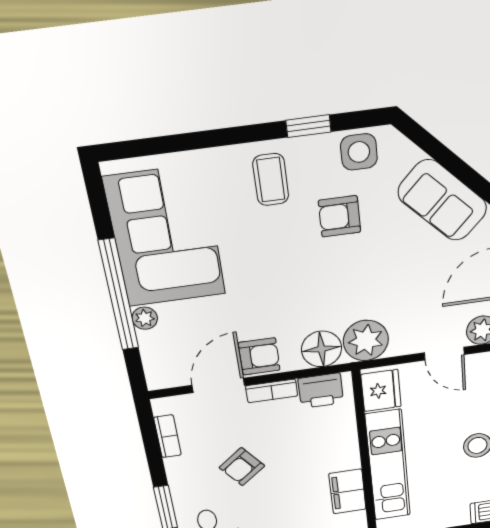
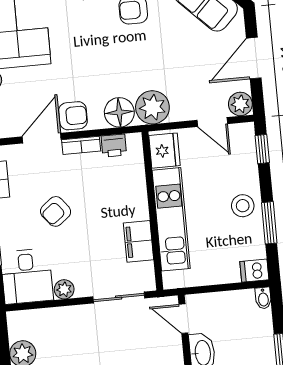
printer: (321, 391) -> (114, 146), width x0.73, depth x0.81

